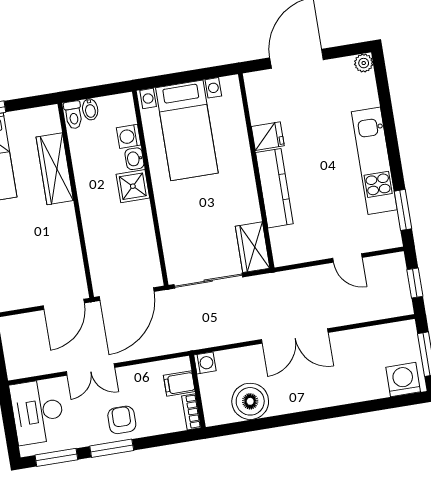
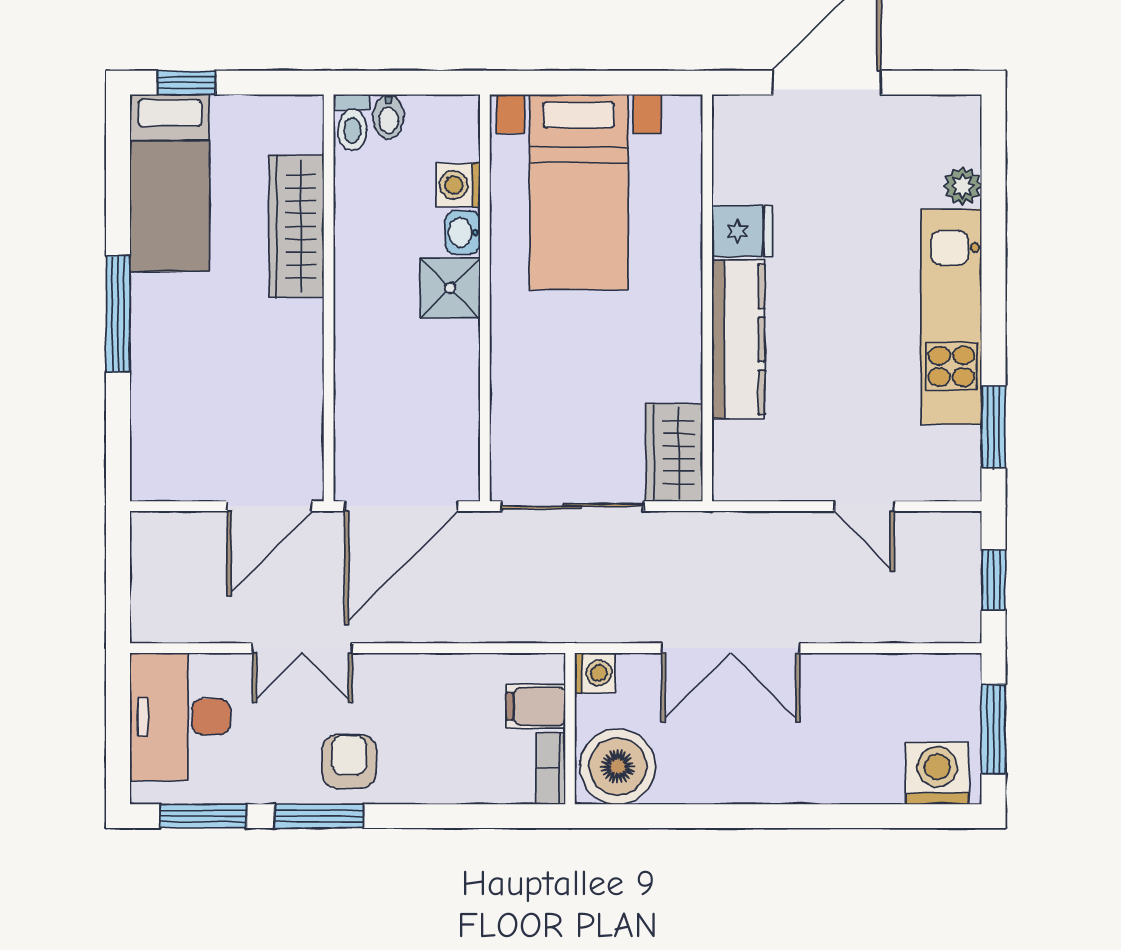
plant: (364, 63) -> (963, 186), moved
washing machine: (205, 363) -> (595, 673), moved
filing cabinet: (179, 383) -> (536, 706), moved
wall: (197, 391) -> (570, 729), moved
bookcase: (191, 412) -> (551, 768), moved

